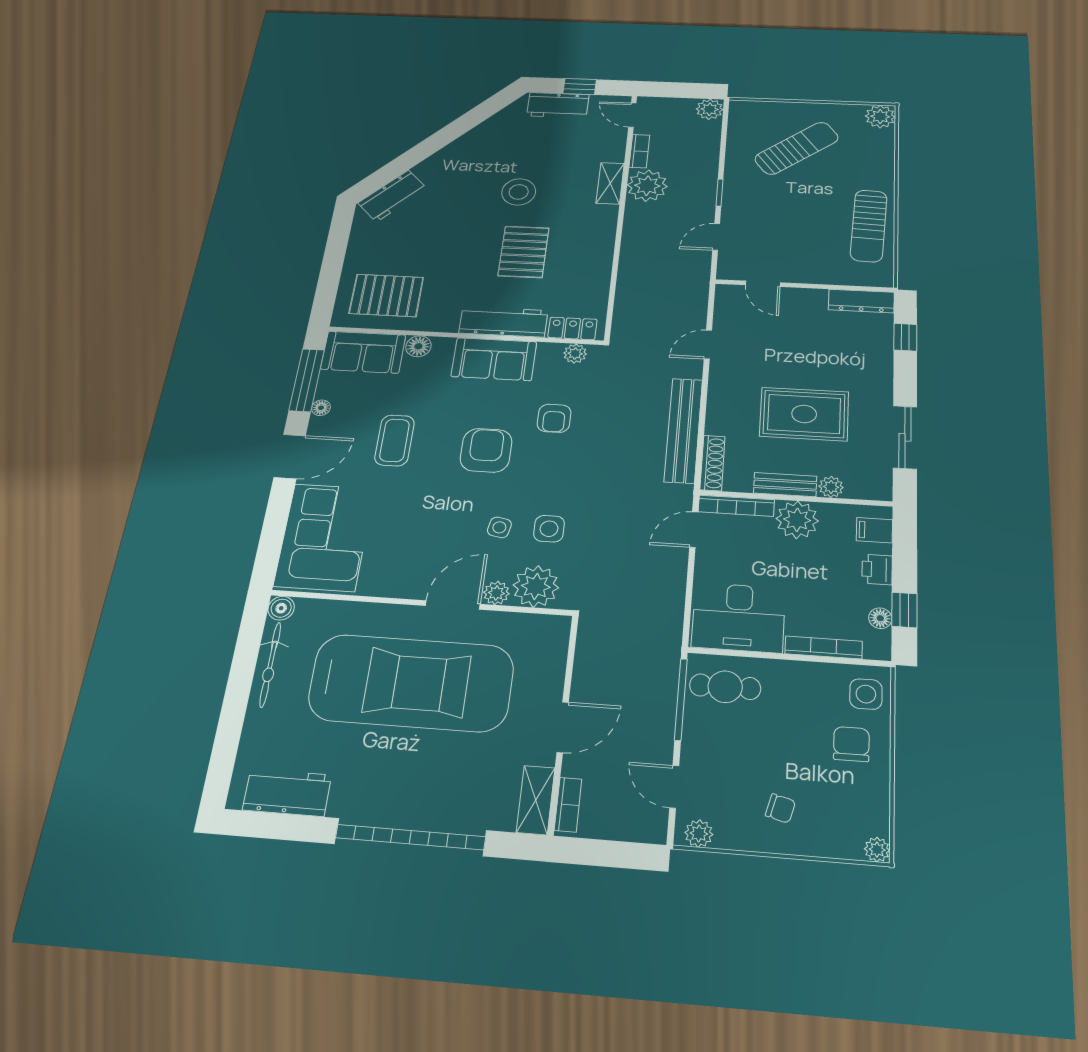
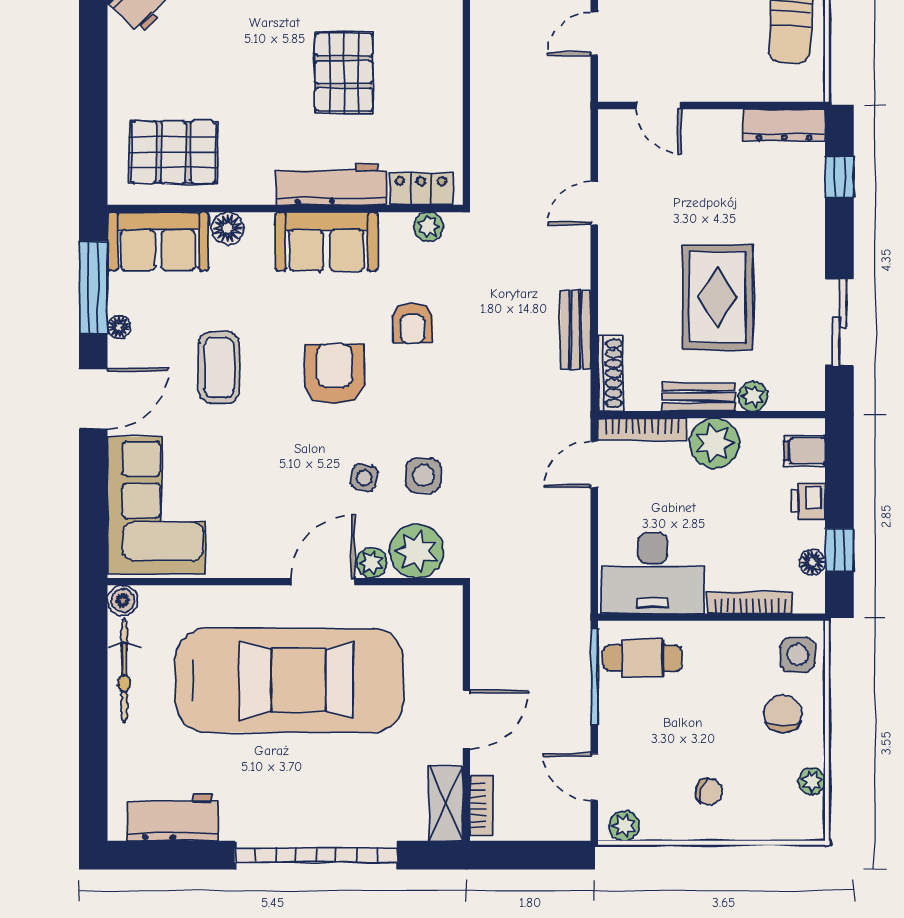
rug: (804, 414) -> (718, 297), turned 90
bench: (683, 430) -> (576, 330), width x0.54, depth x0.82
plant: (877, 850) -> (812, 781), moved

